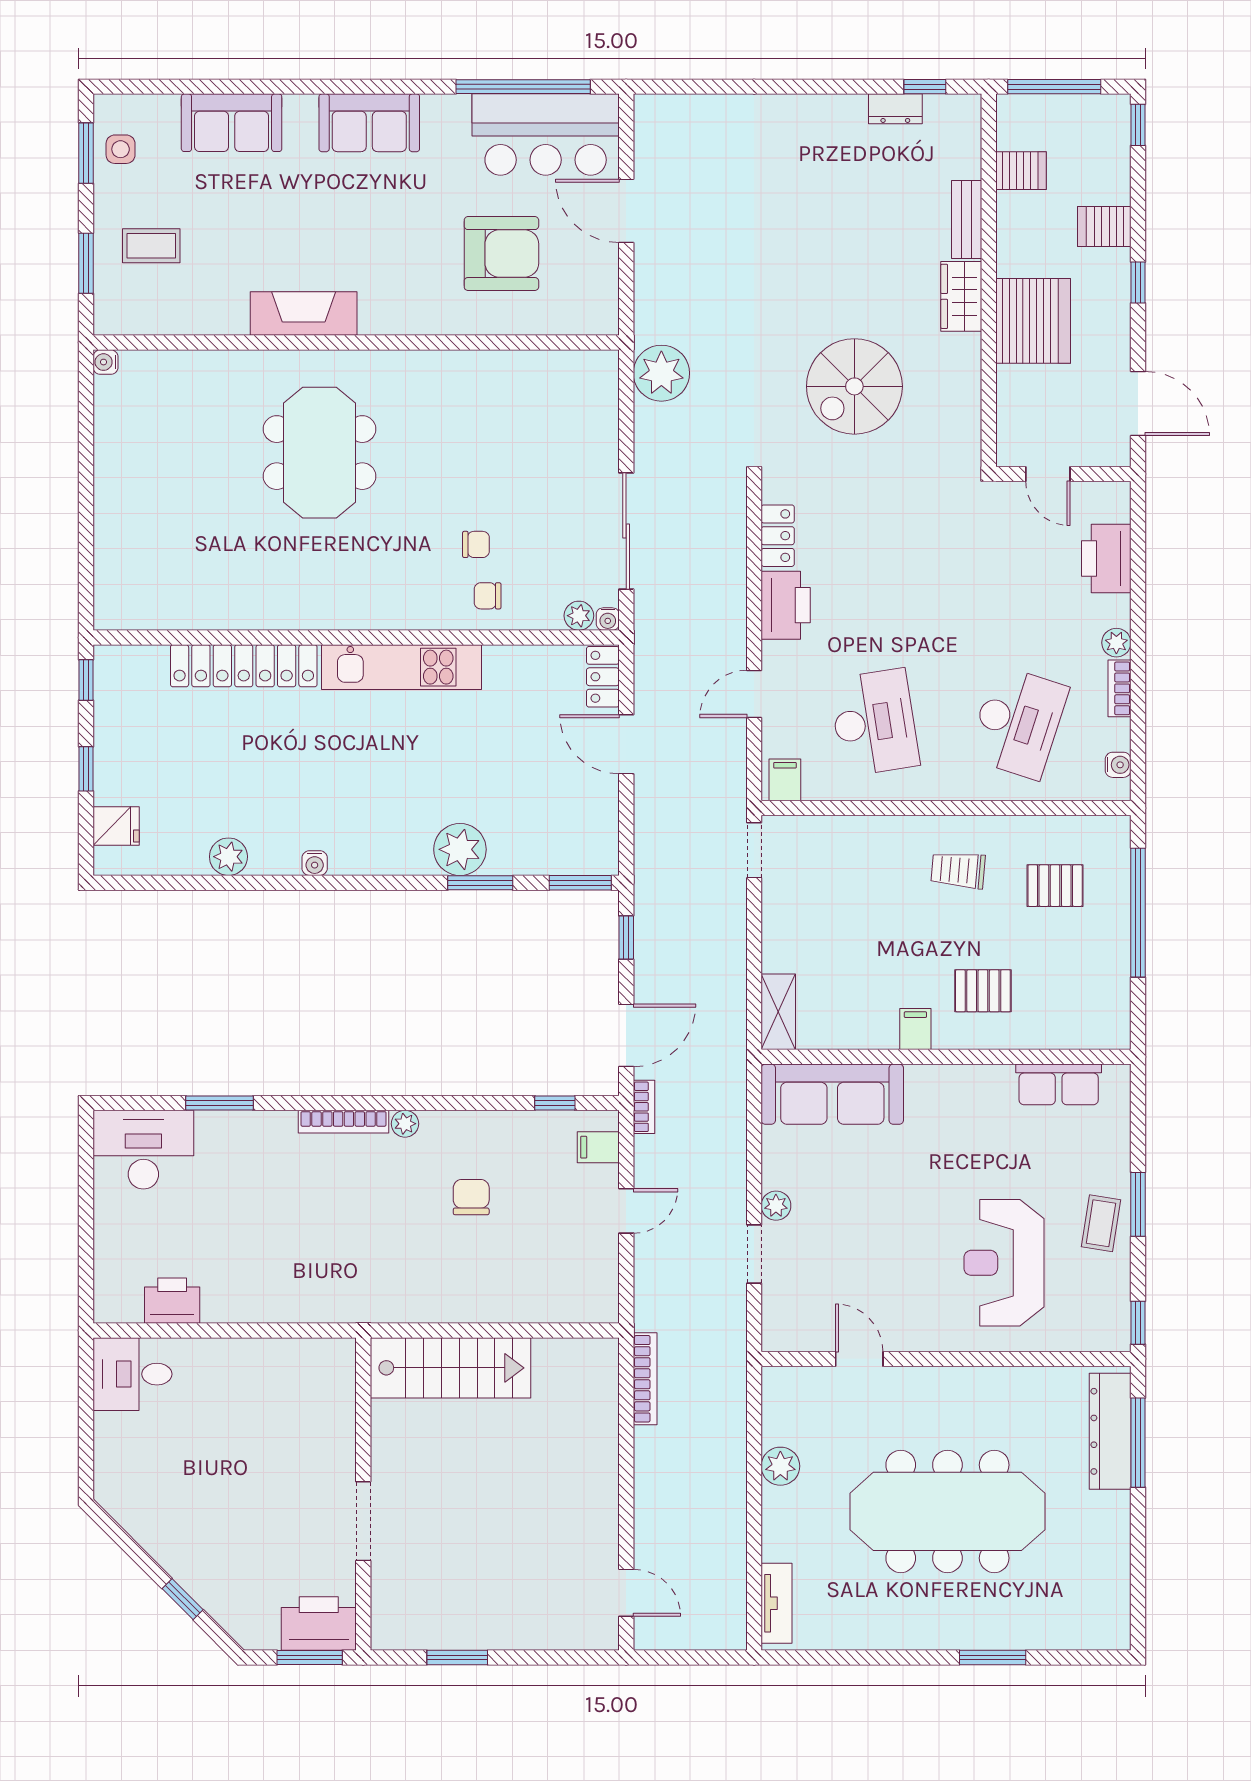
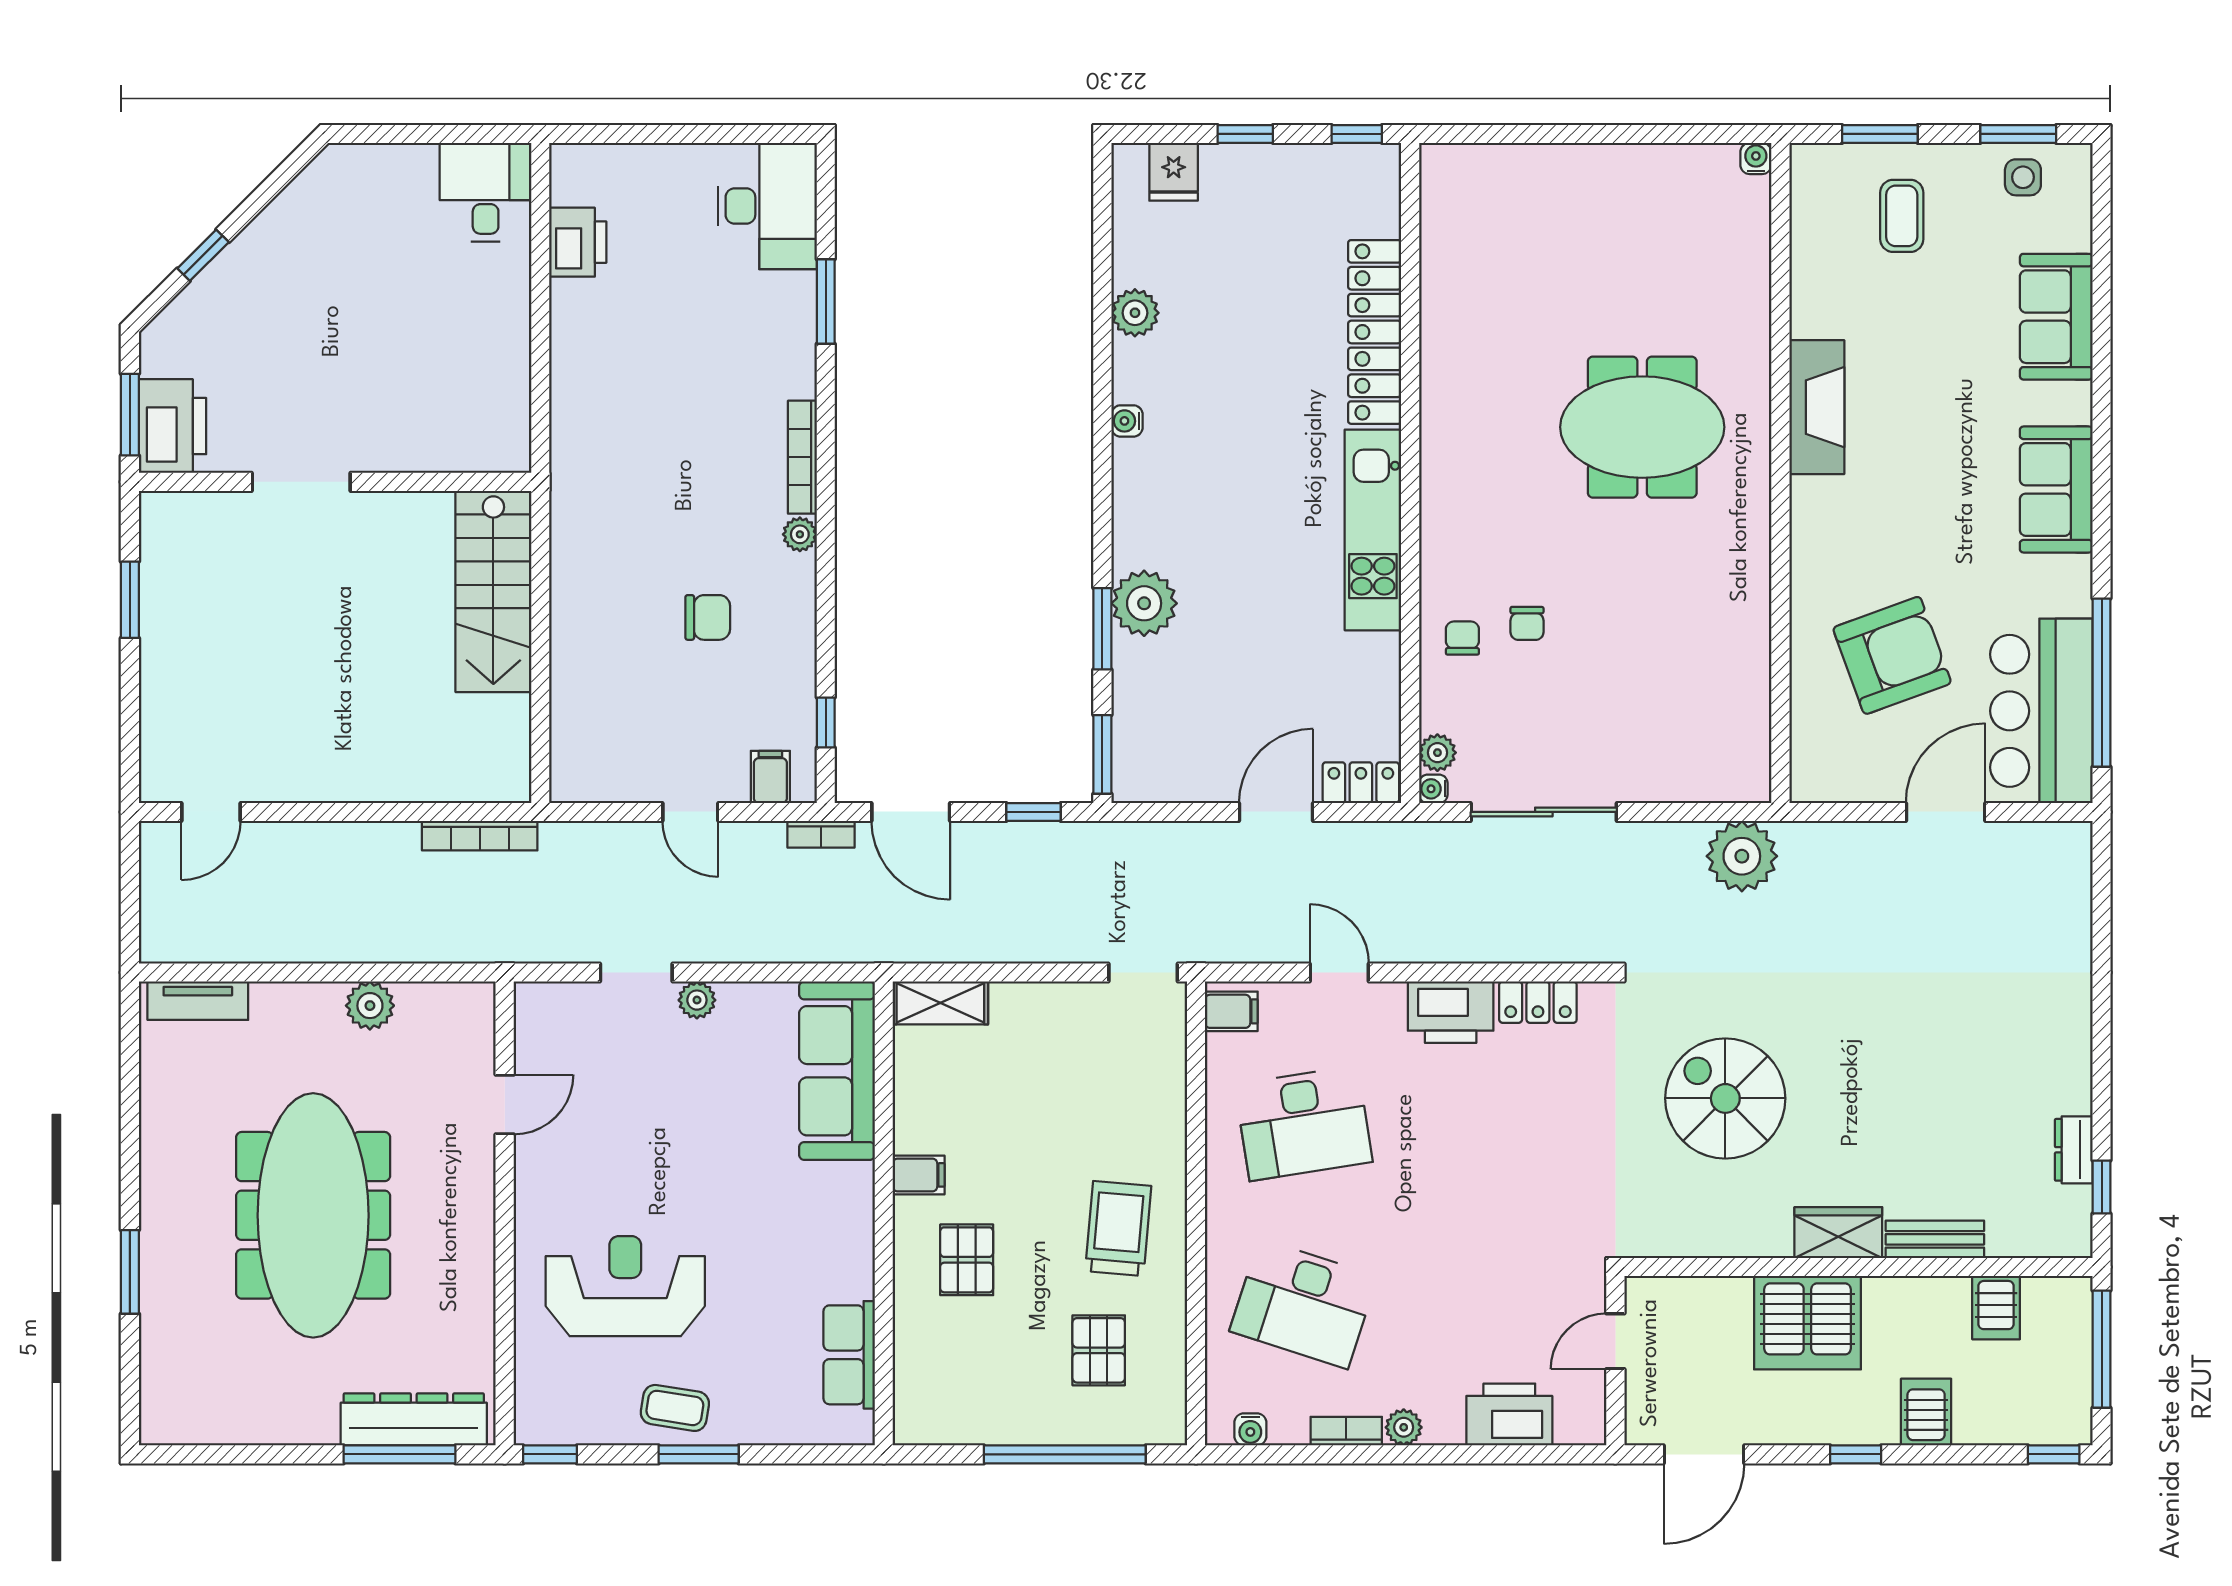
armchair: (501, 254) -> (1892, 655), turned -110
trolley: (958, 870) -> (1118, 1229), width x1.36, depth x1.39

